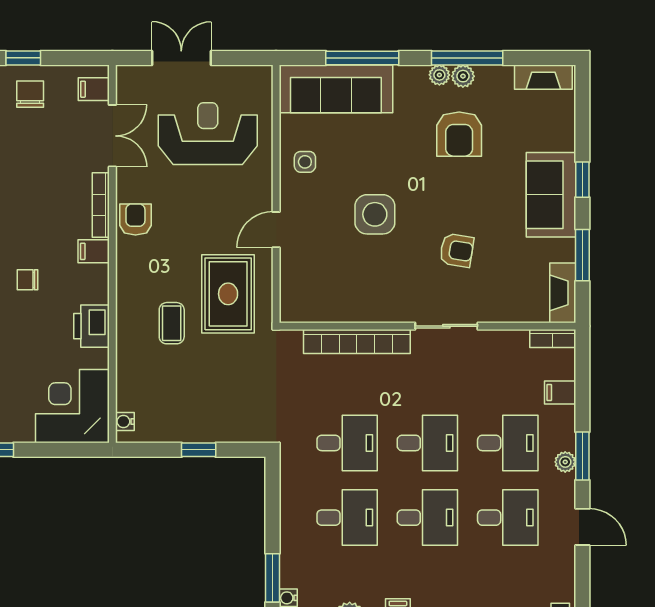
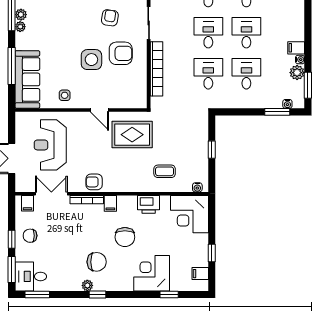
armchair: (459, 134) -> (121, 53), moved
chair: (28, 280) -> (125, 237), width x1.87, depth x1.87
coffee table: (172, 323) -> (165, 171), moved

